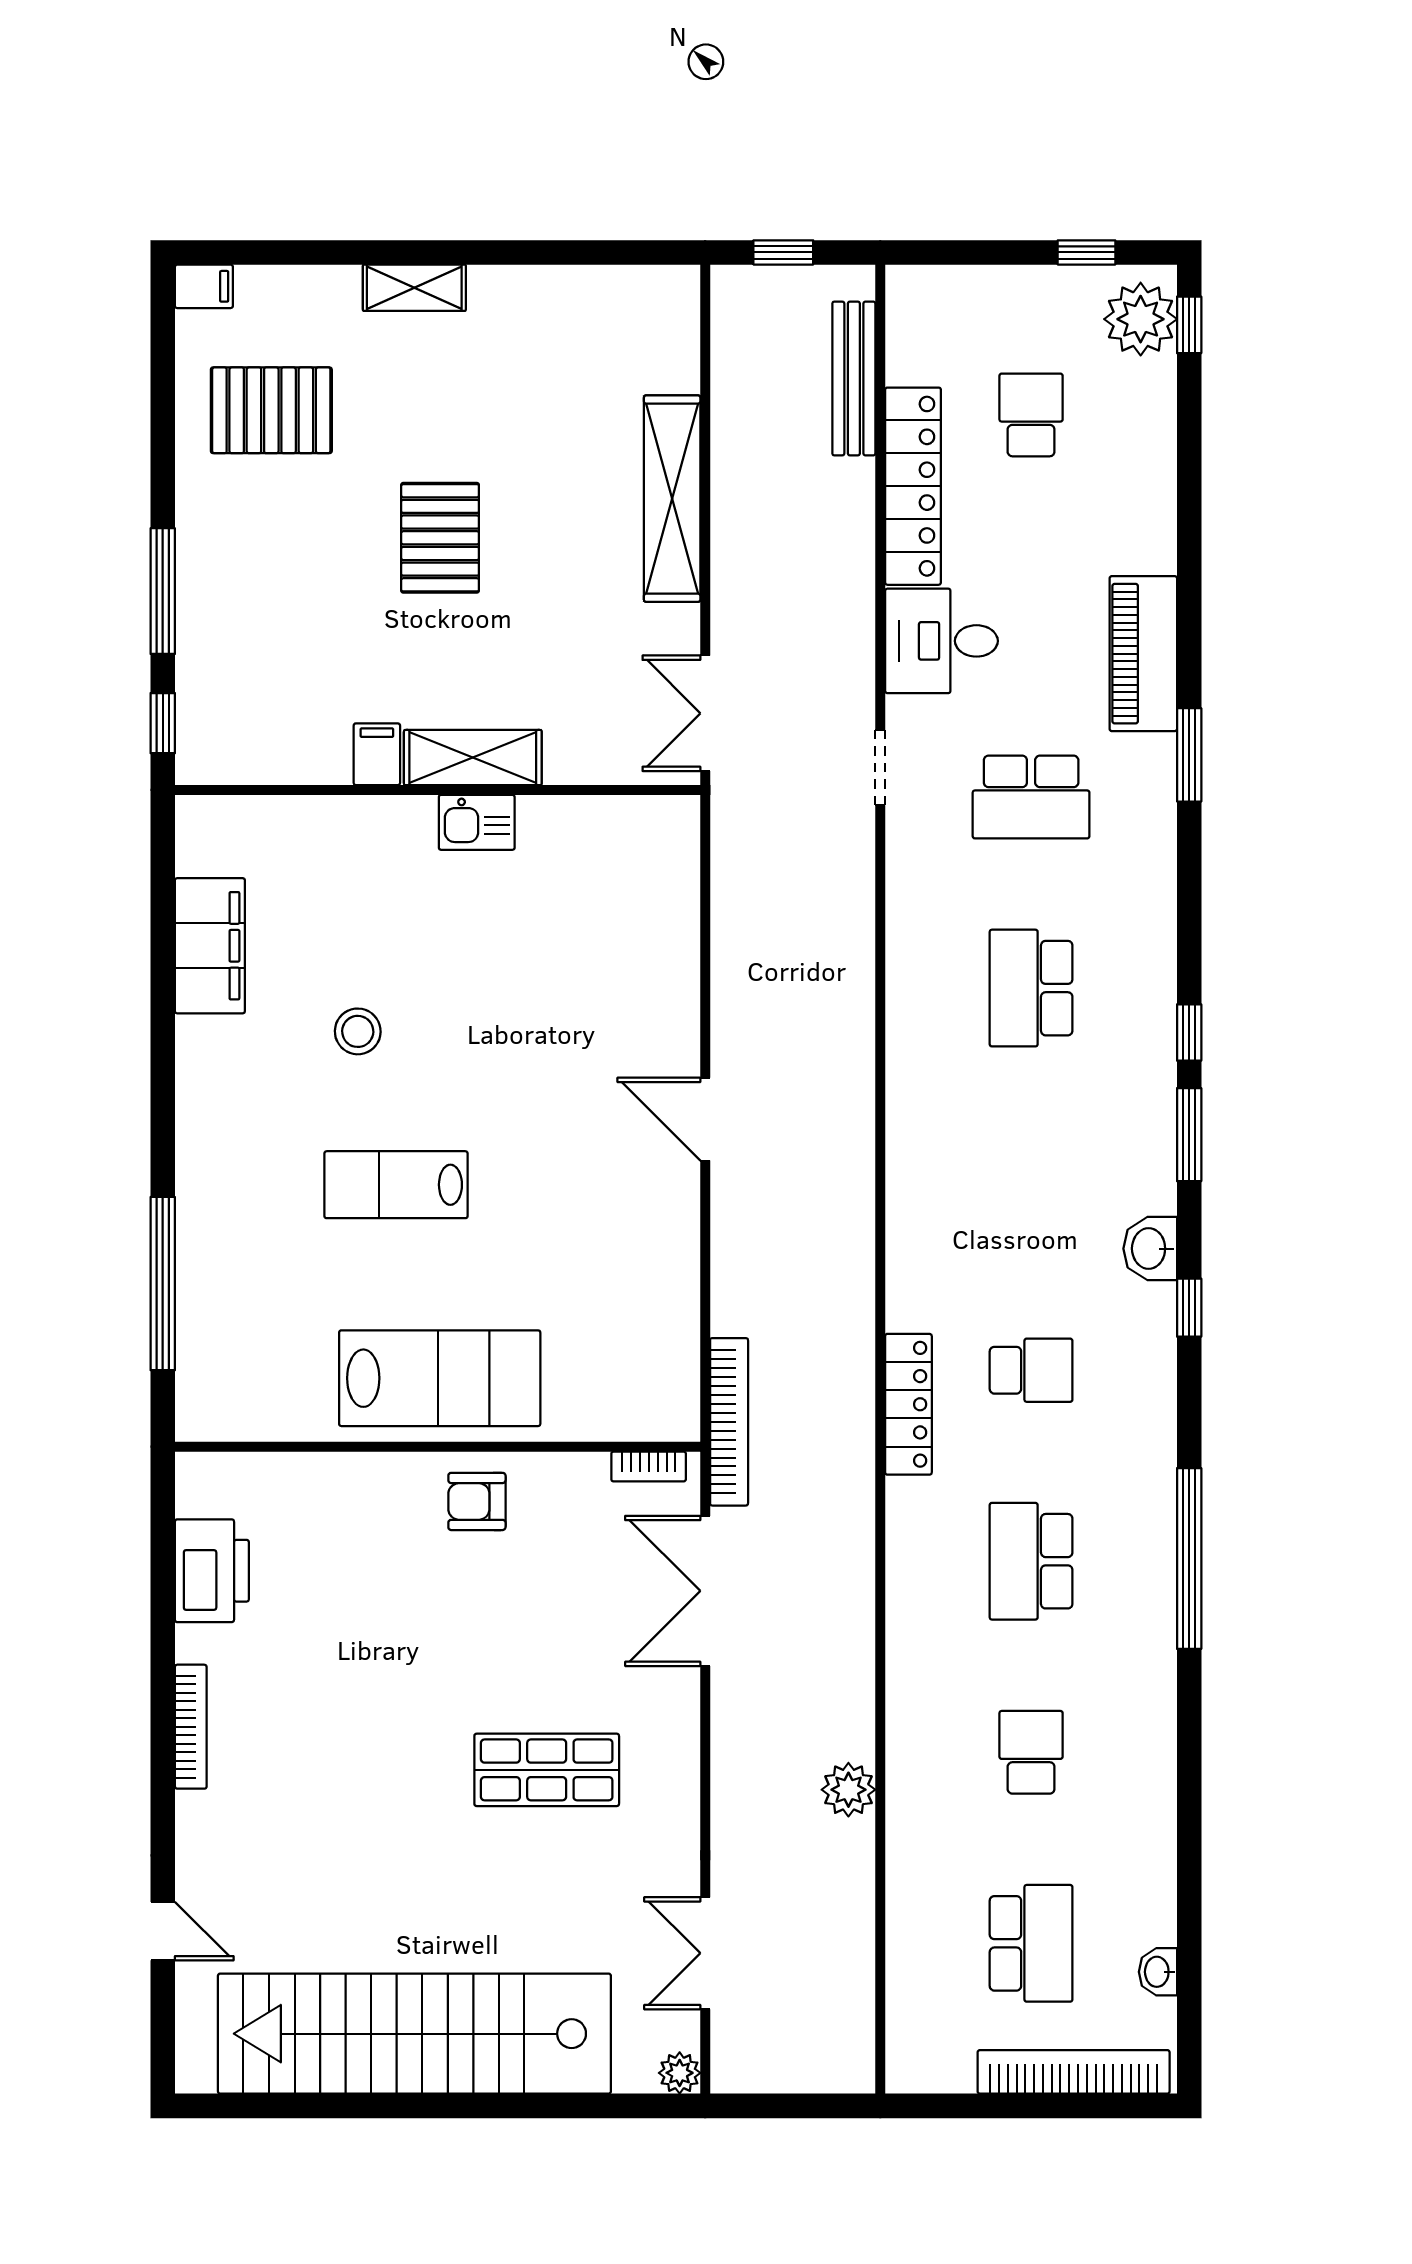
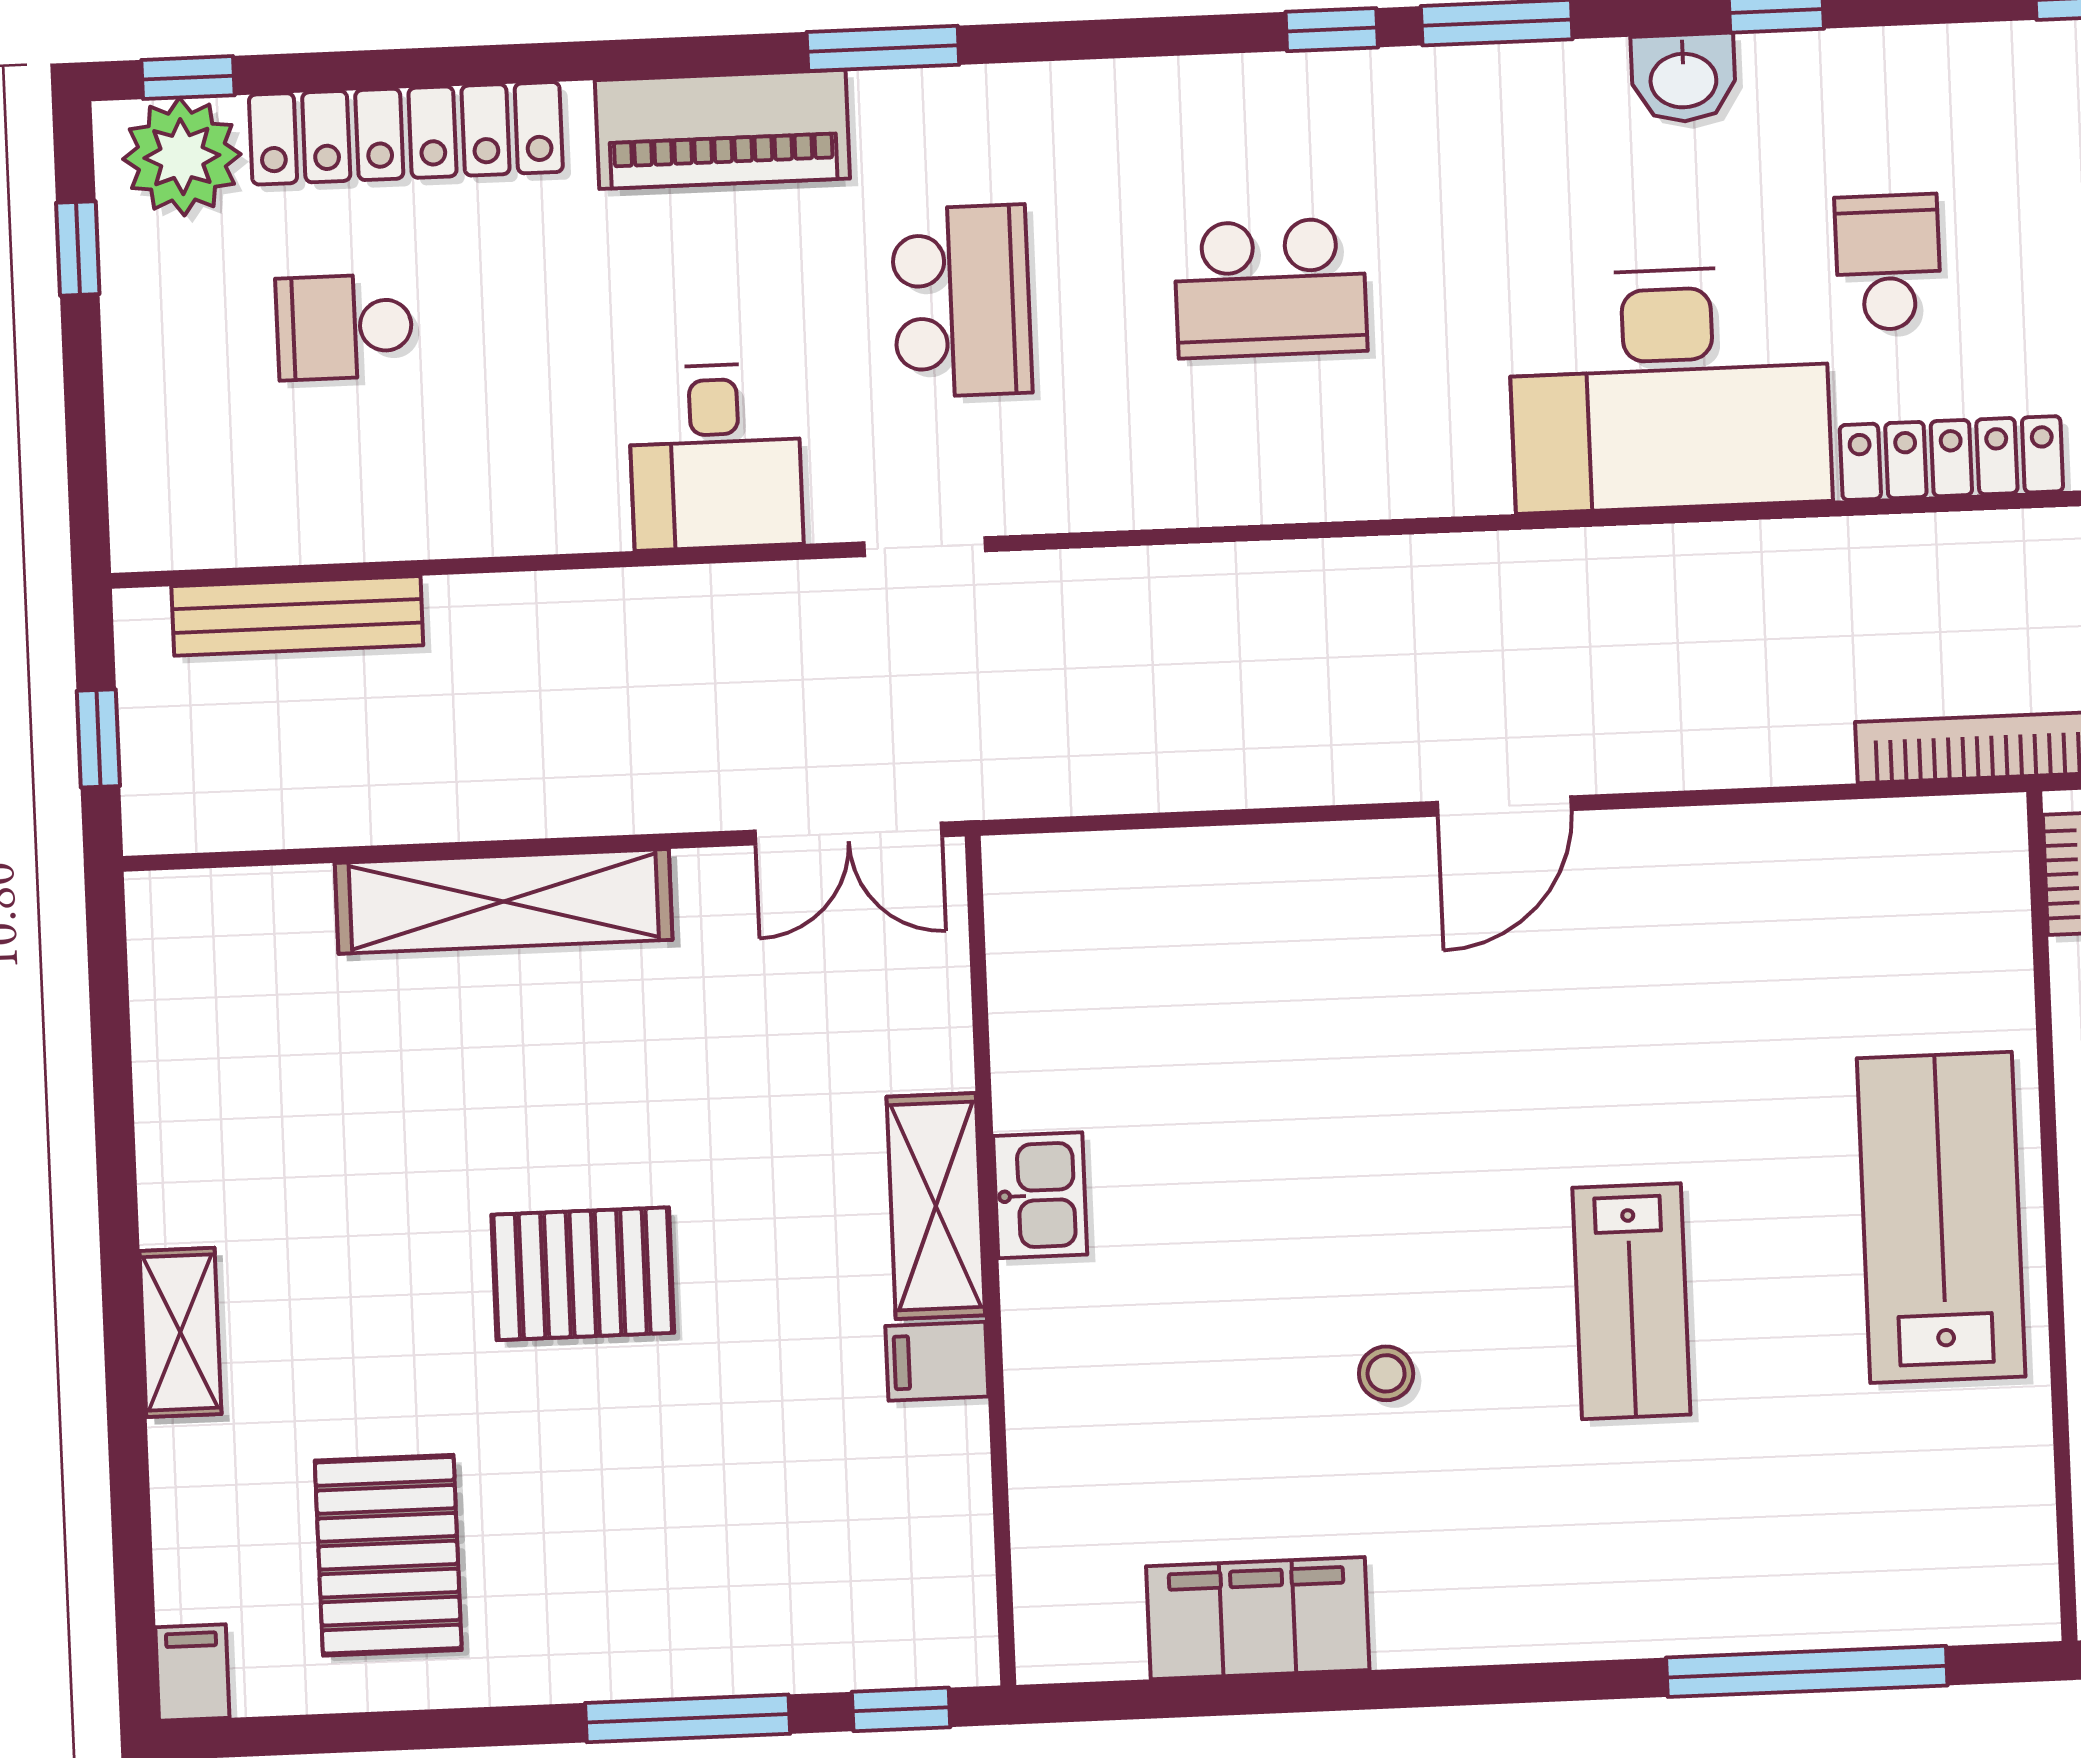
locker: (913, 486) -> (406, 133), moved, turned 180
stool: (358, 1031) -> (1386, 1373), width x0.73, depth x0.73
desk: (958, 1232) -> (1670, 389), added

